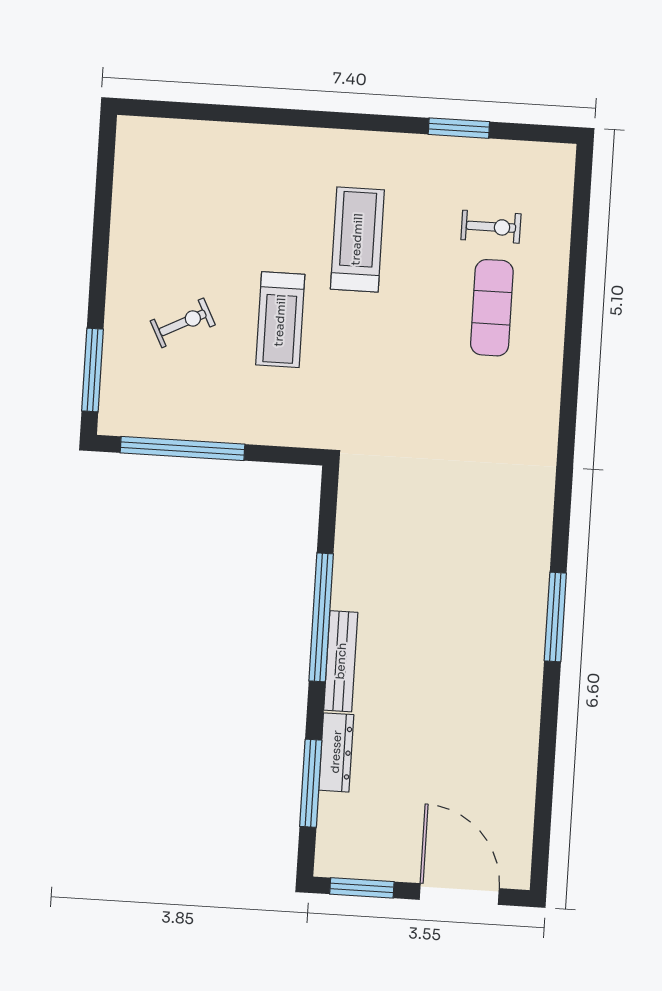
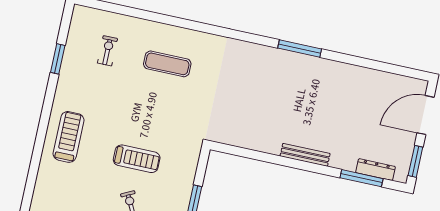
treadmill: (357, 239) -> (69, 137), moved, turned 90
exercise mat: (492, 308) -> (167, 64), moved
window: (321, 617) -> (283, 161), removed
dresser: (336, 752) -> (376, 170), moved

